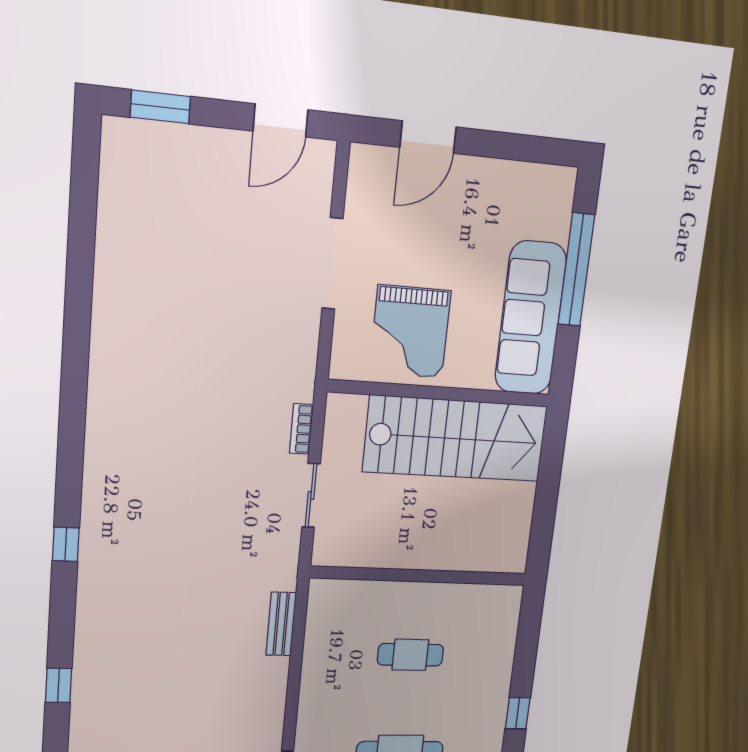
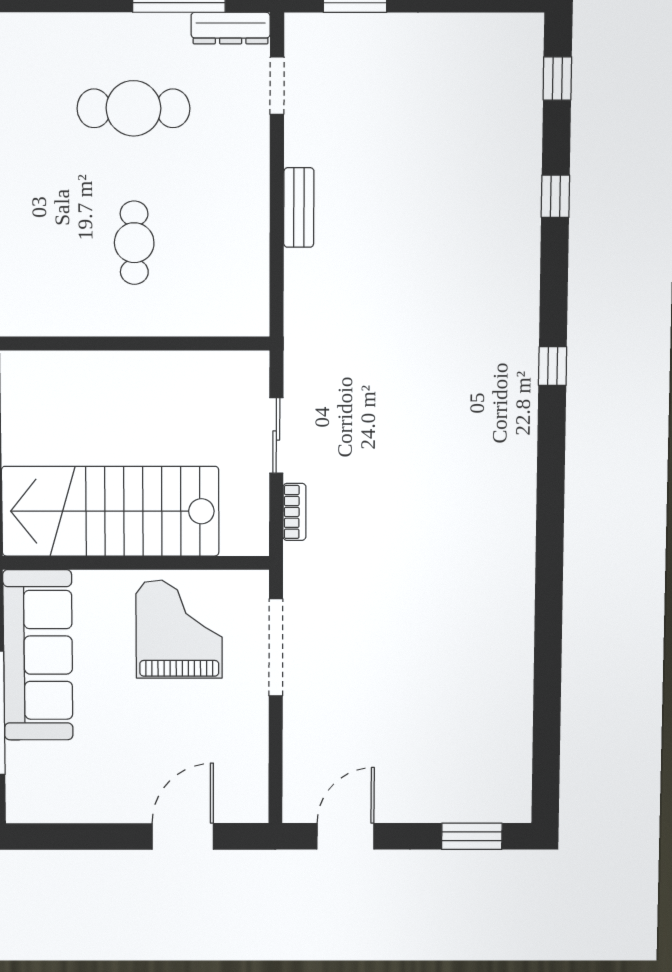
doorway: (332, 264) -> (276, 647), moved
bench: (281, 624) -> (299, 208), moved
cafe table: (410, 655) -> (134, 243), turned 90

